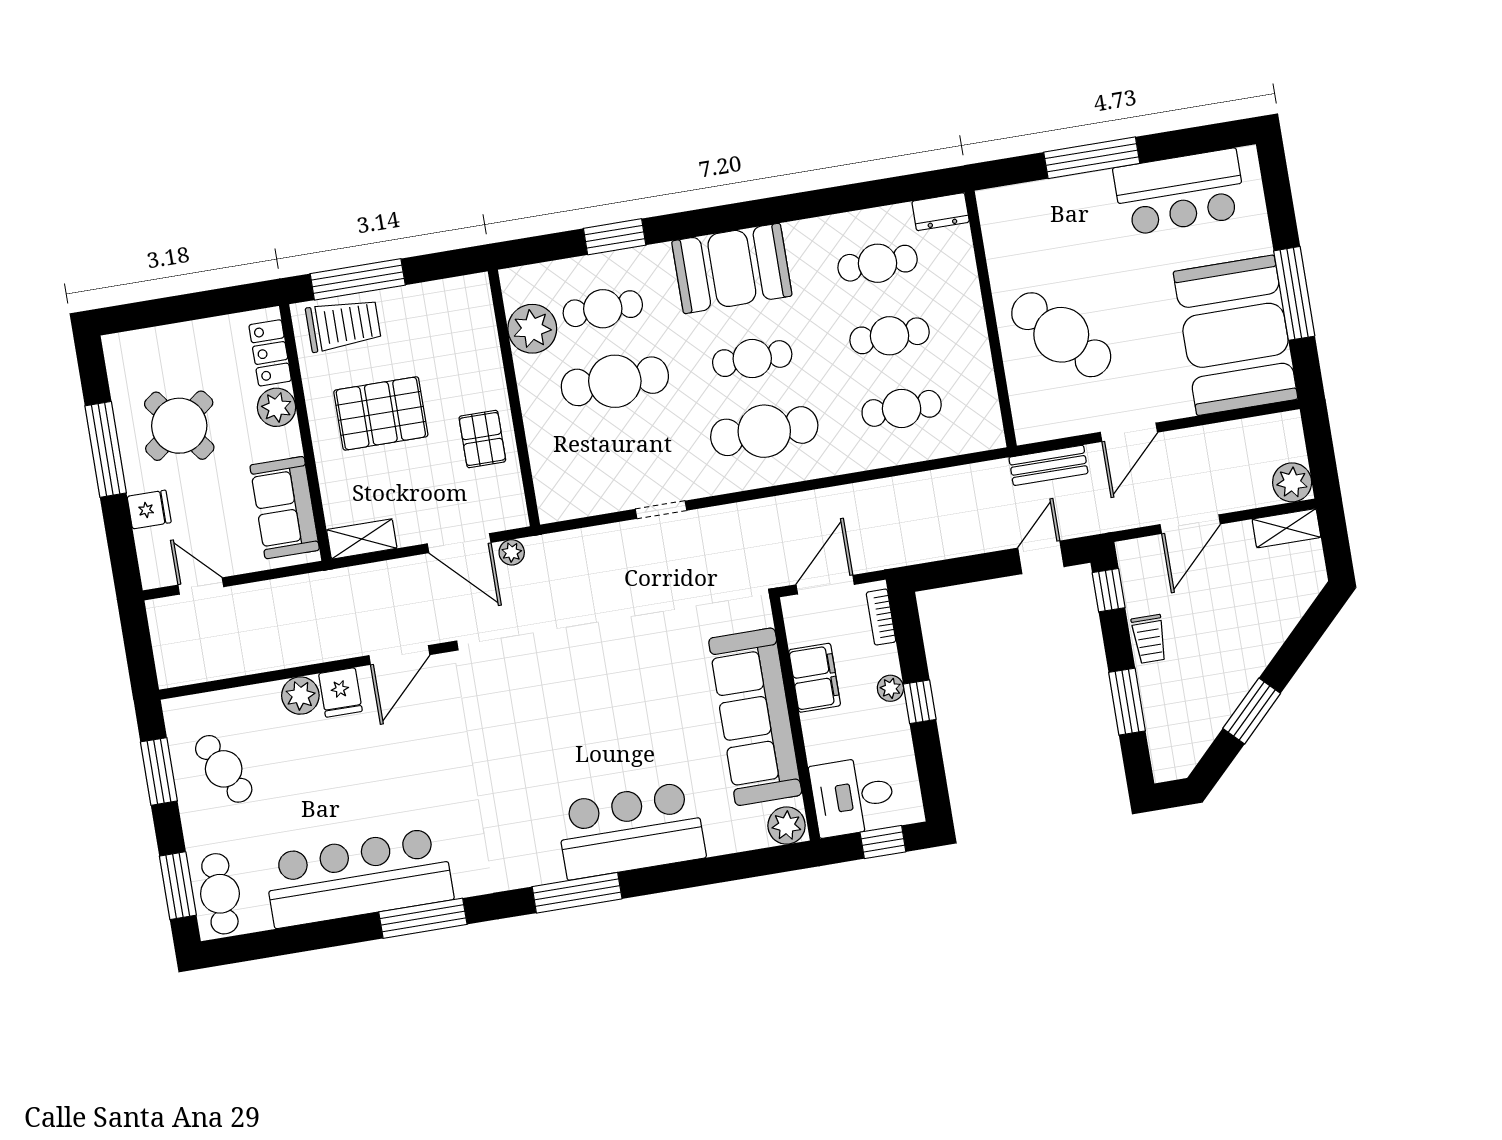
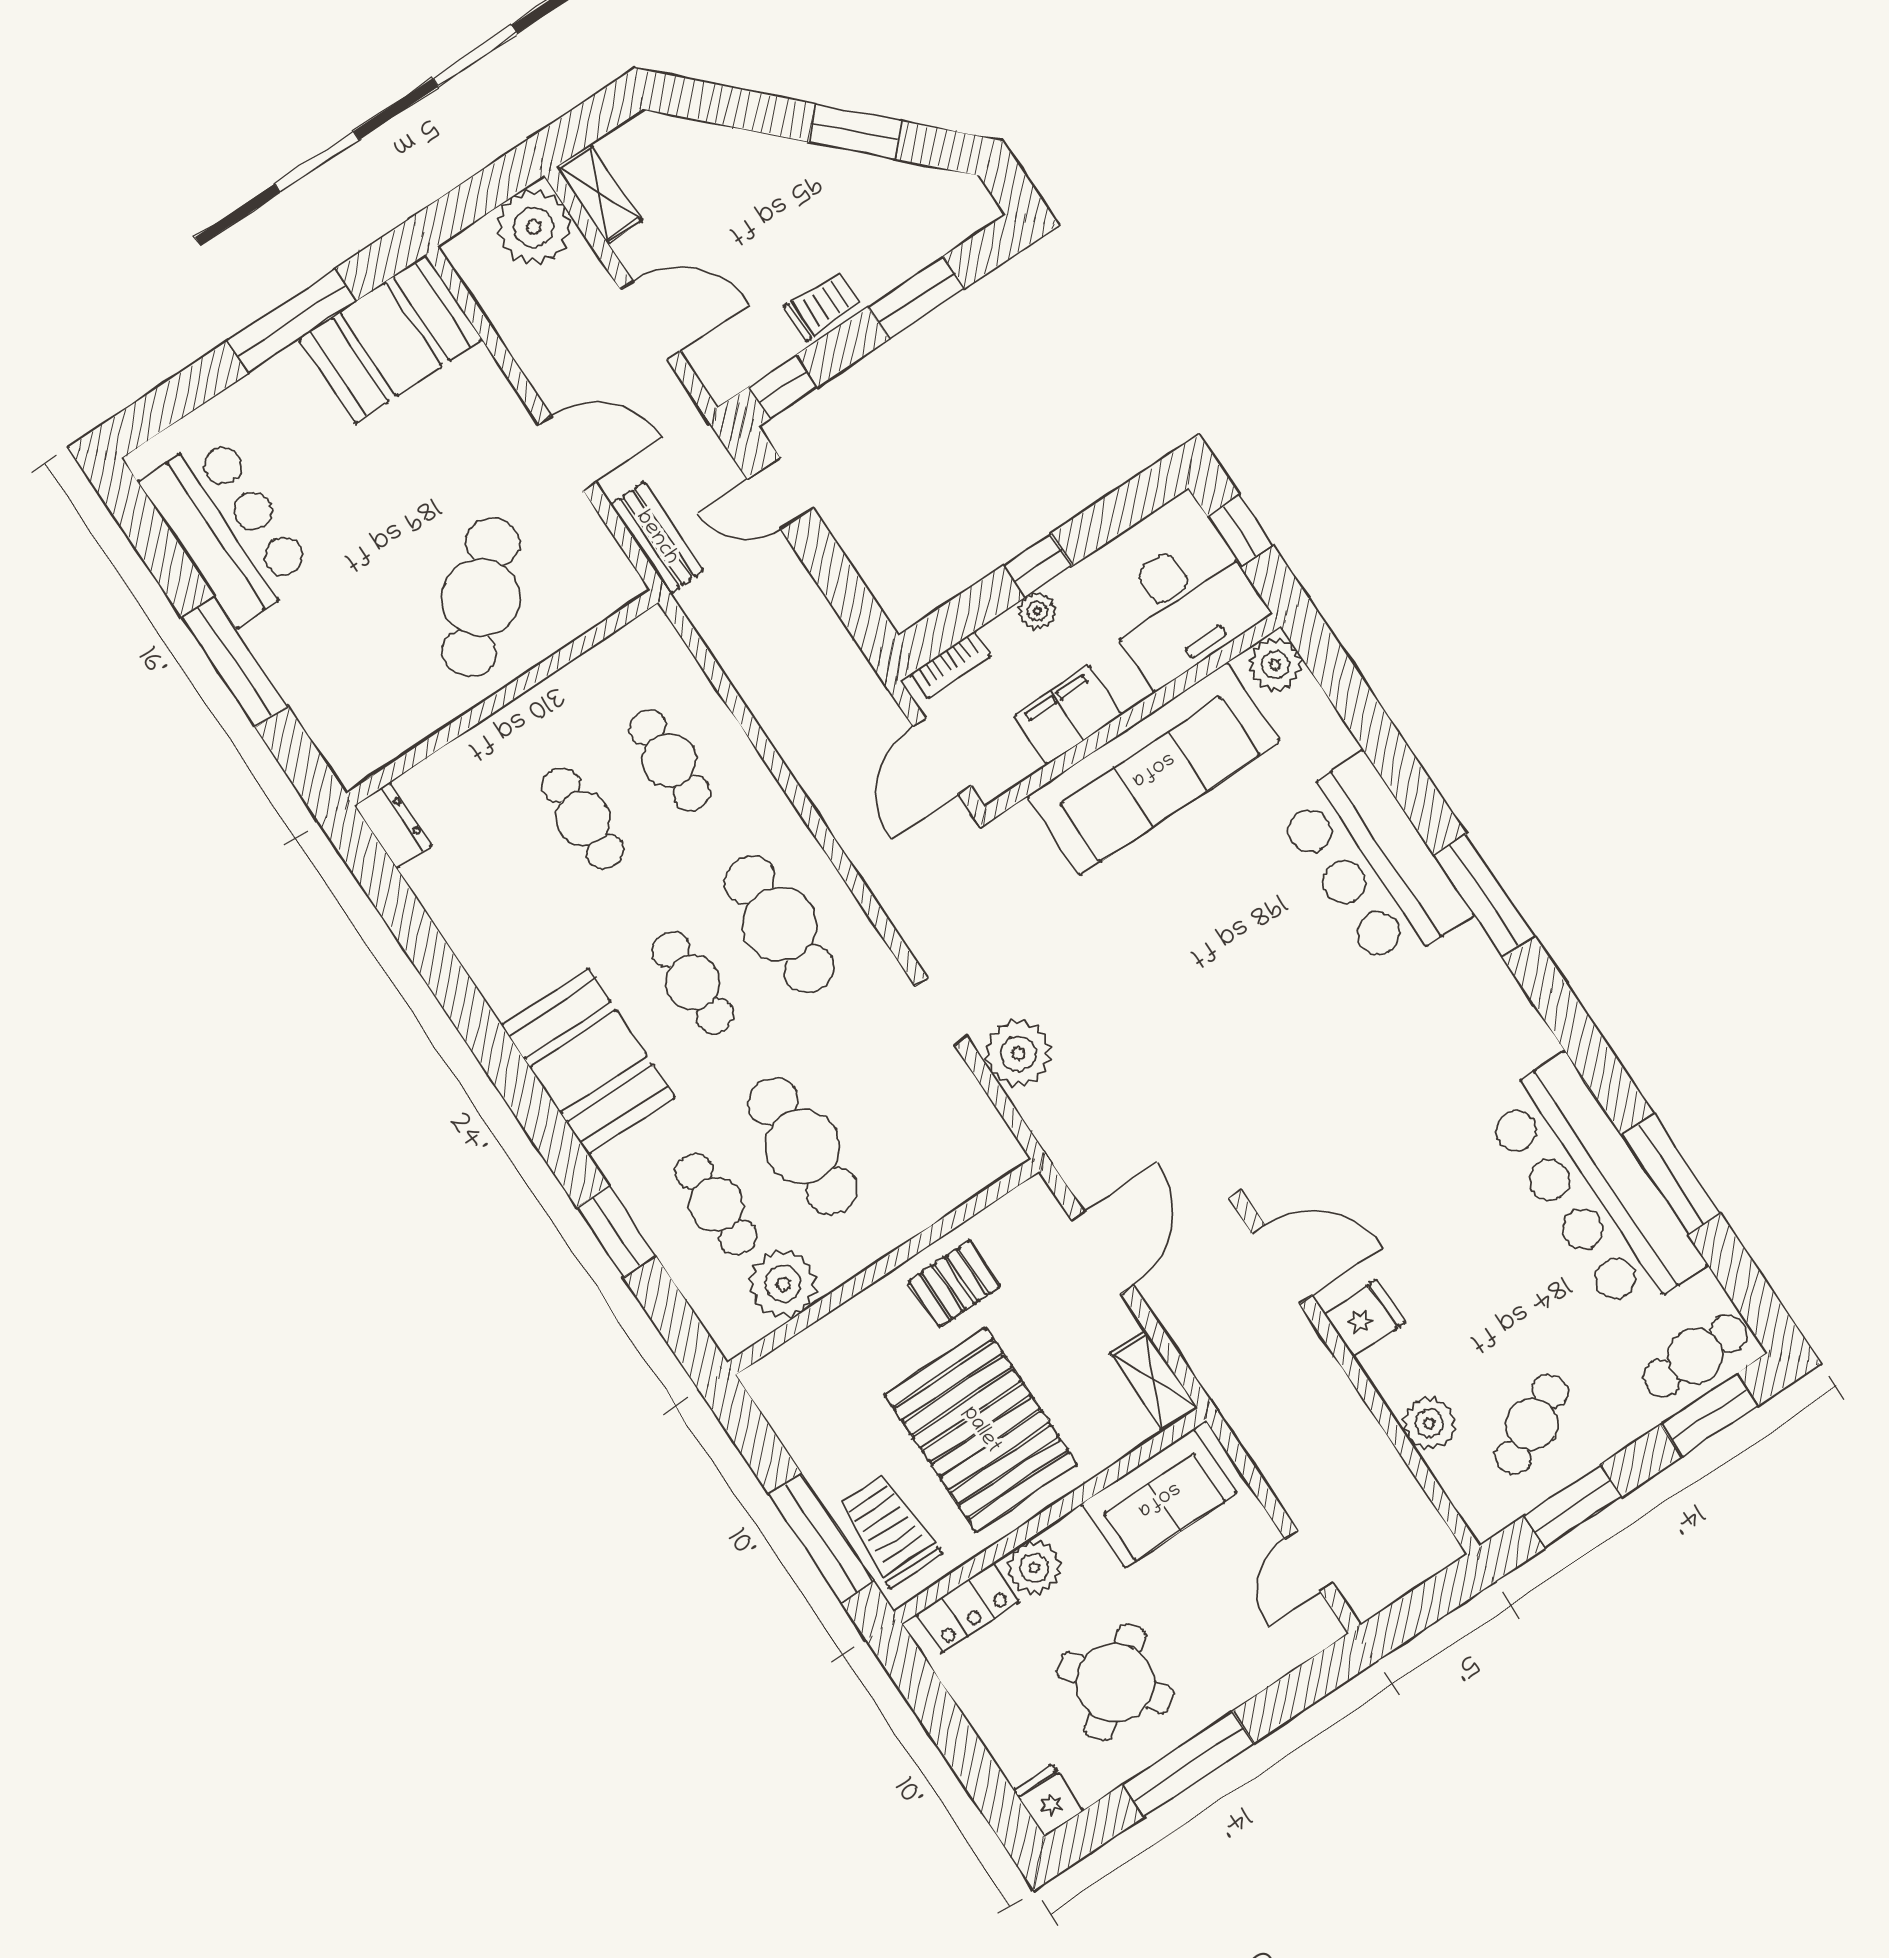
cafe table: (878, 263) -> (496, 876), removed
booth: (1235, 335) -> (391, 339), width x0.73, depth x0.70
pallet: (381, 413) -> (981, 1430), width x1.37, depth x1.41
plant: (1292, 482) -> (534, 227), width x1.36, depth x1.36
fridge: (149, 509) -> (1048, 1801), moved
plant: (512, 552) -> (1018, 1053), moved, width x1.88, depth x1.88
door: (825, 585) -> (942, 756), hinge flipped
plant: (300, 696) -> (1429, 1424), moved
desk: (853, 796) -> (1183, 607), width x1.37
window: (423, 918) -> (1671, 1174), moved

